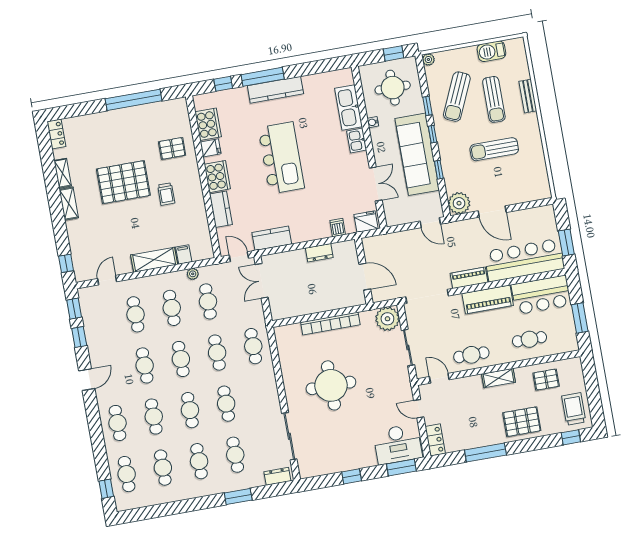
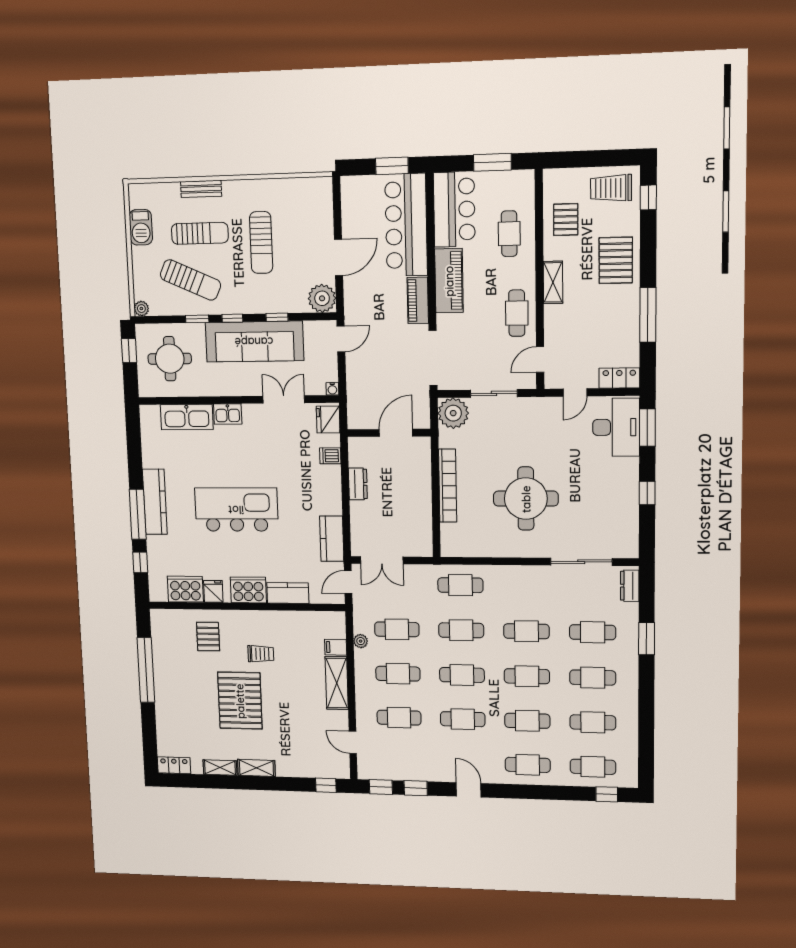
water cooler: (373, 122) -> (332, 389), moved

